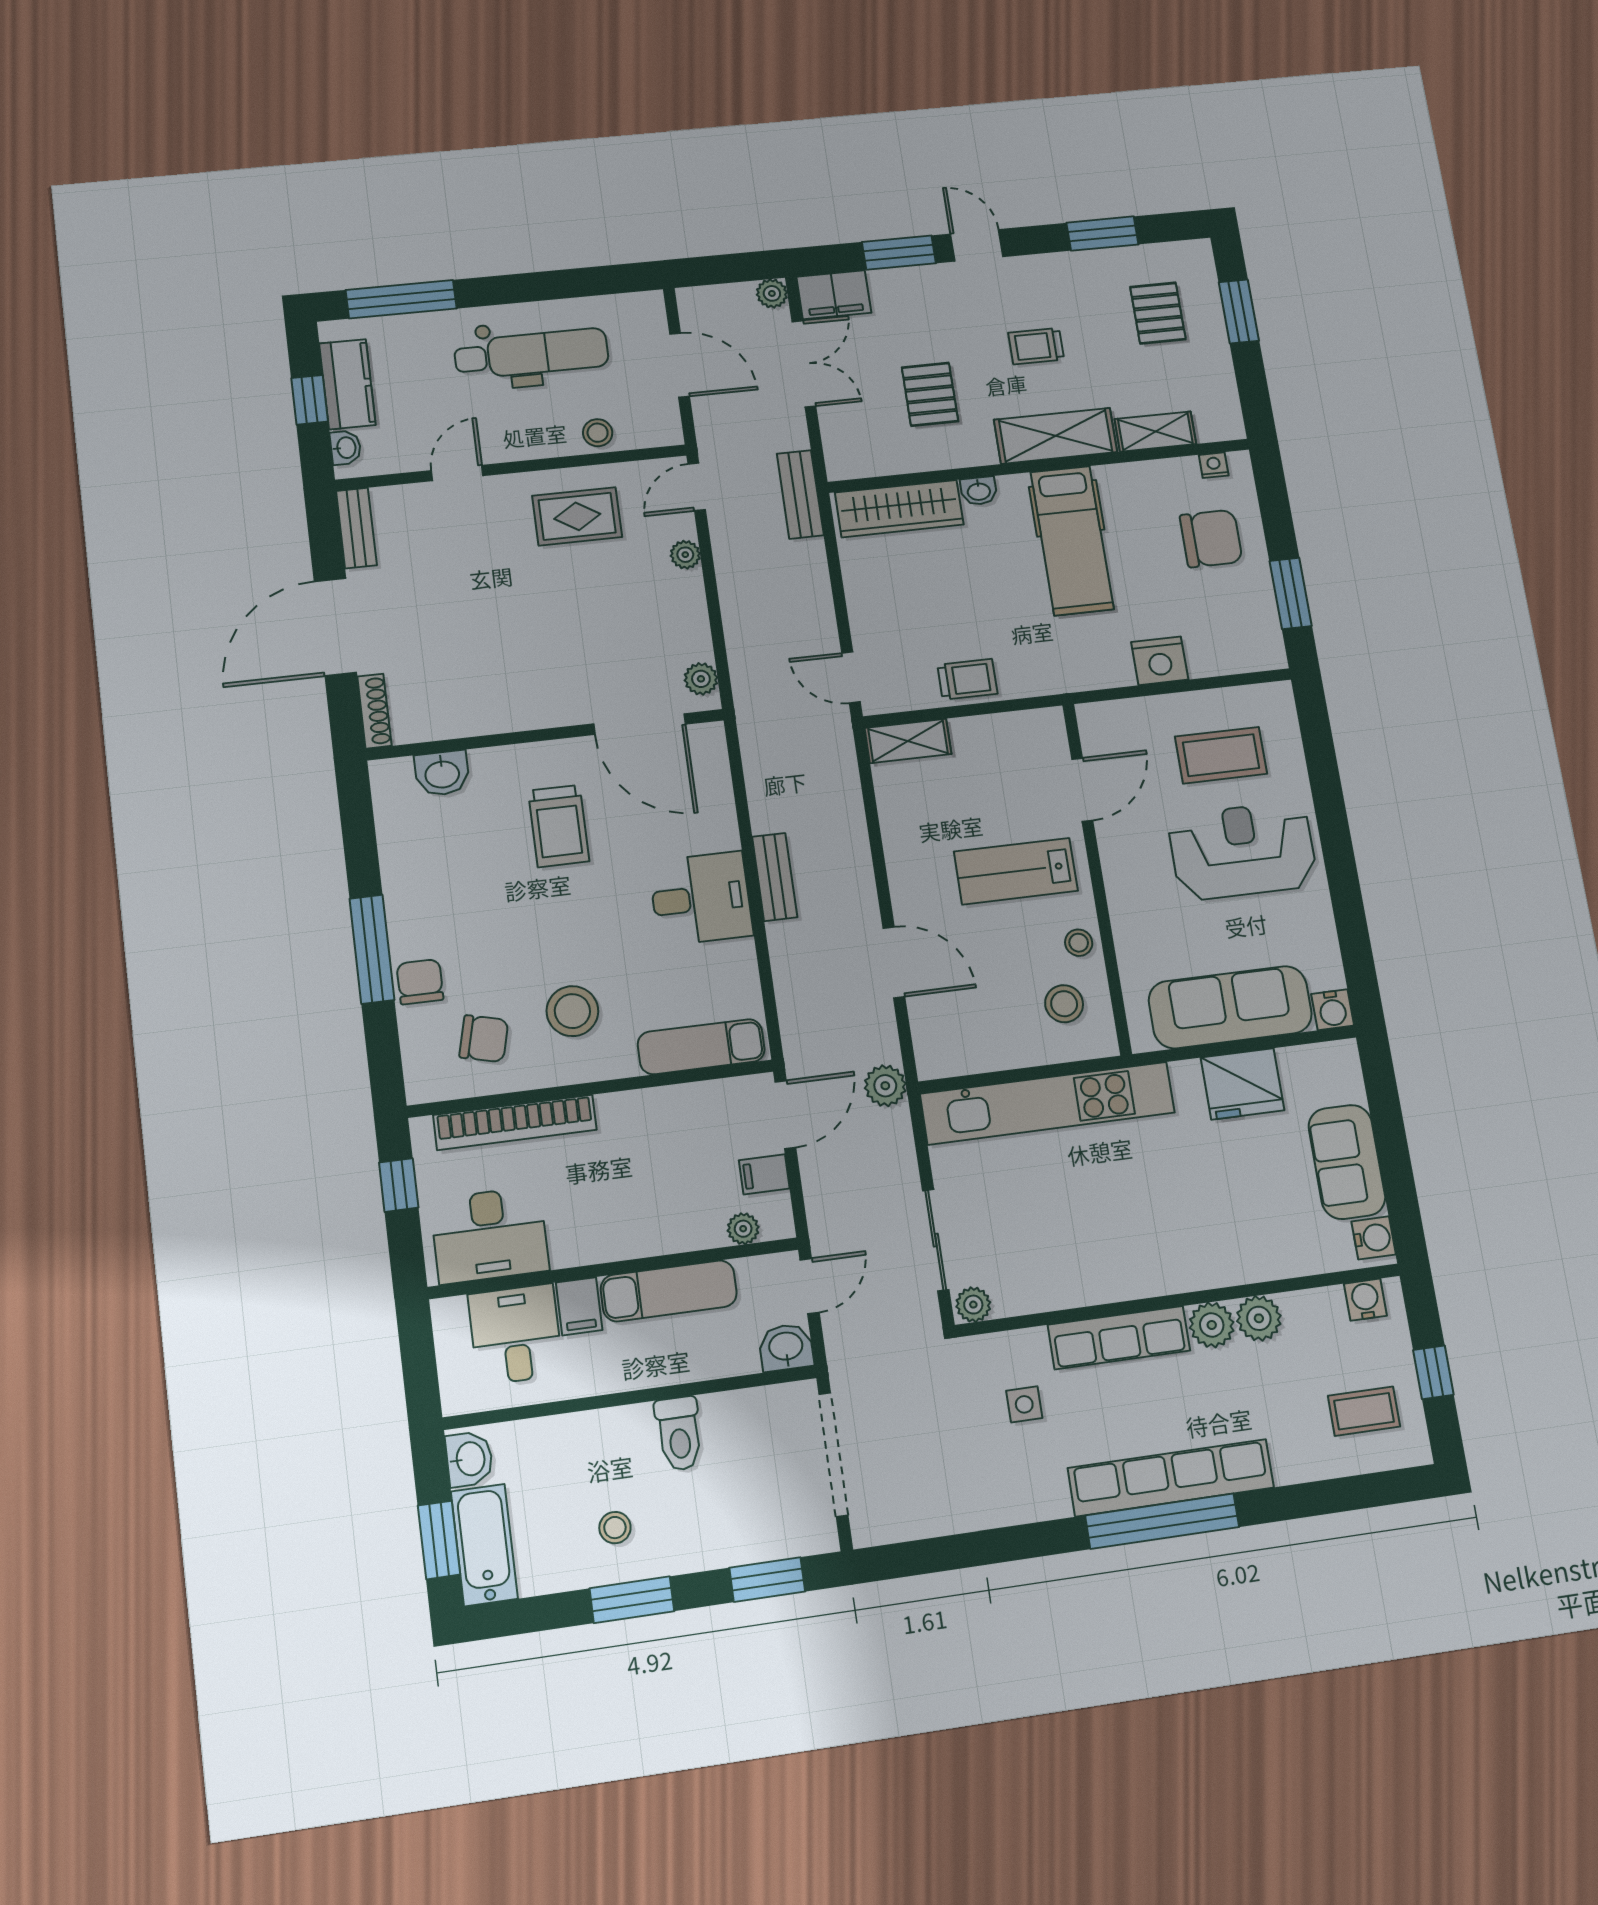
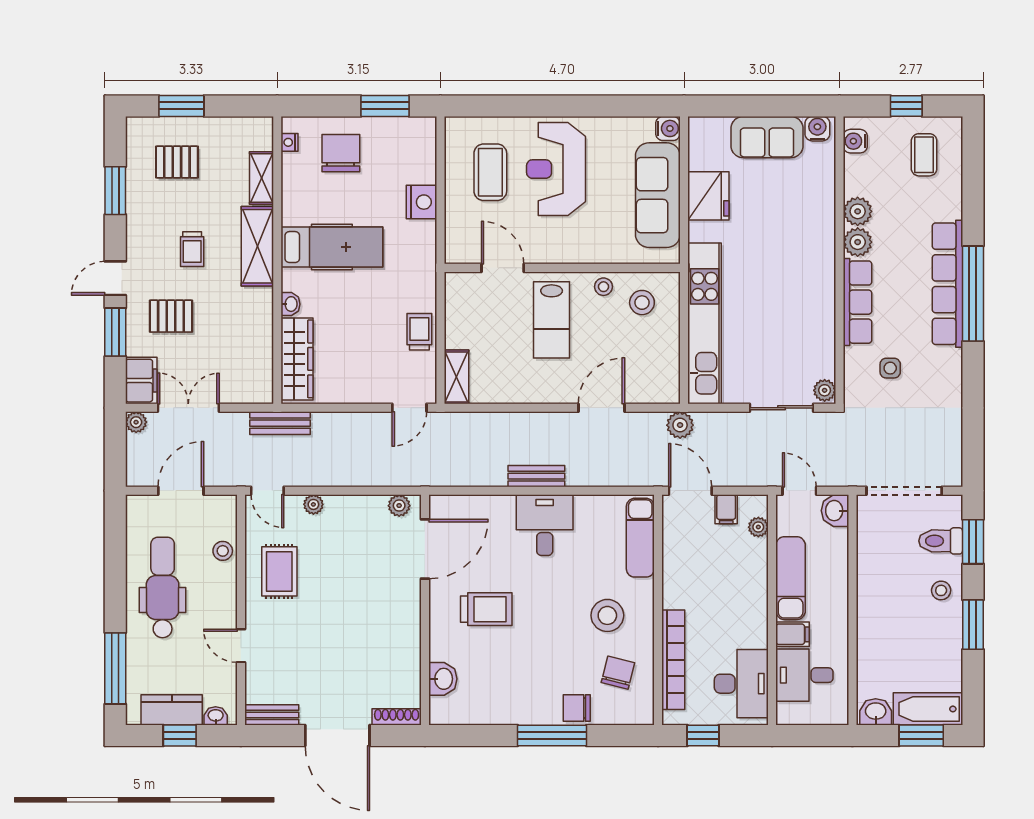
pallet: (930, 394) -> (171, 316), moved
toilet: (679, 1434) -> (941, 541), moved, turned 180
stool: (615, 1528) -> (941, 590), moved

